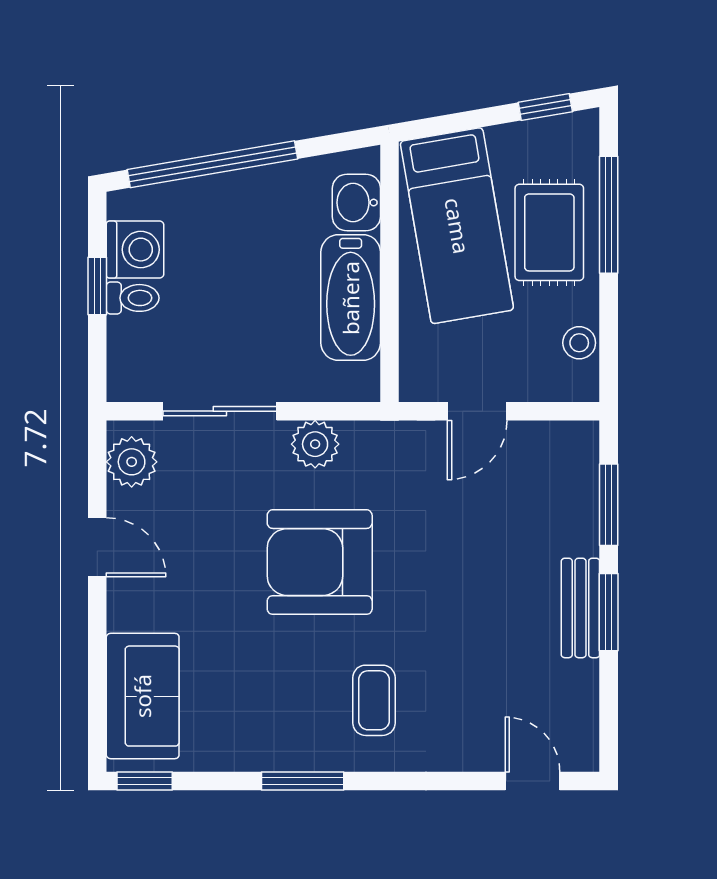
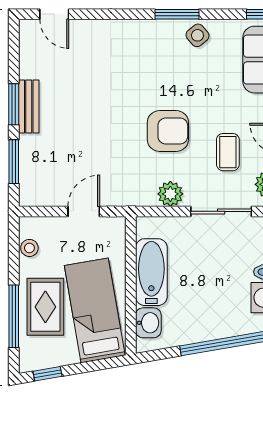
armchair: (320, 562) -> (168, 131), width x0.73, depth x0.73
coffee table: (374, 700) -> (228, 152), moved
side table: (264, 741) -> (198, 35), added

